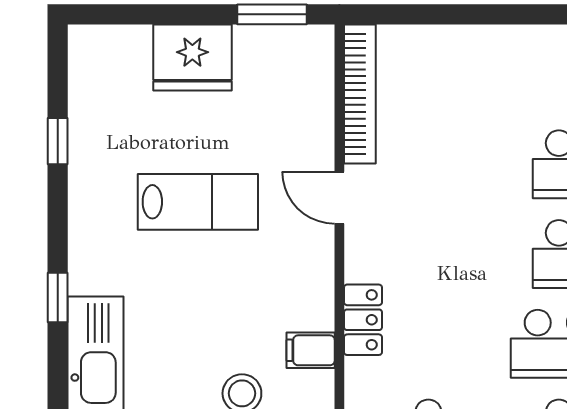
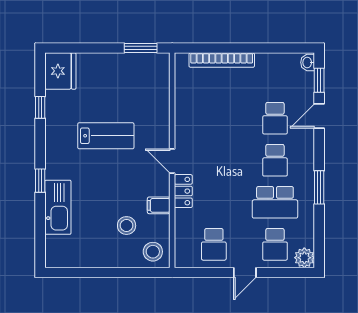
fridge: (192, 58) -> (60, 71), moved, turned -90
bookcase: (360, 94) -> (222, 60), moved, turned 90
door: (339, 198) -> (172, 161), moved

